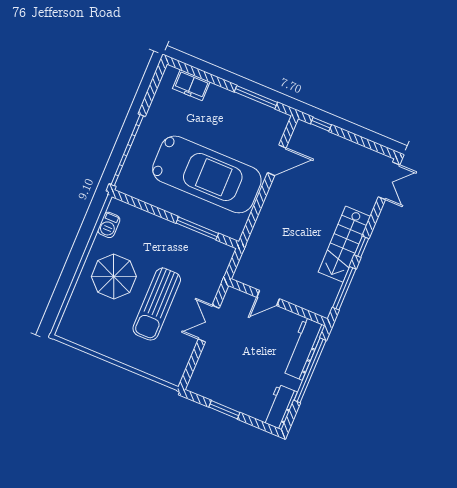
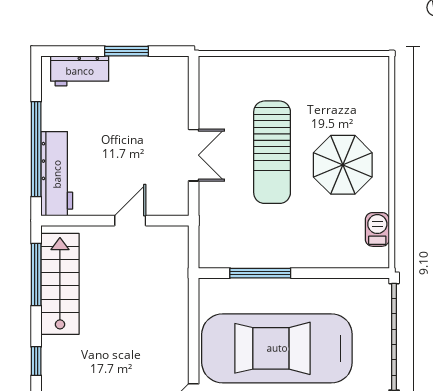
stairs: (344, 244) -> (60, 284), moved
window: (362, 247) -> (36, 361), moved
sun lounger: (157, 304) -> (272, 152), turned 180
workbench: (280, 407) -> (80, 71), moved, turned 90

